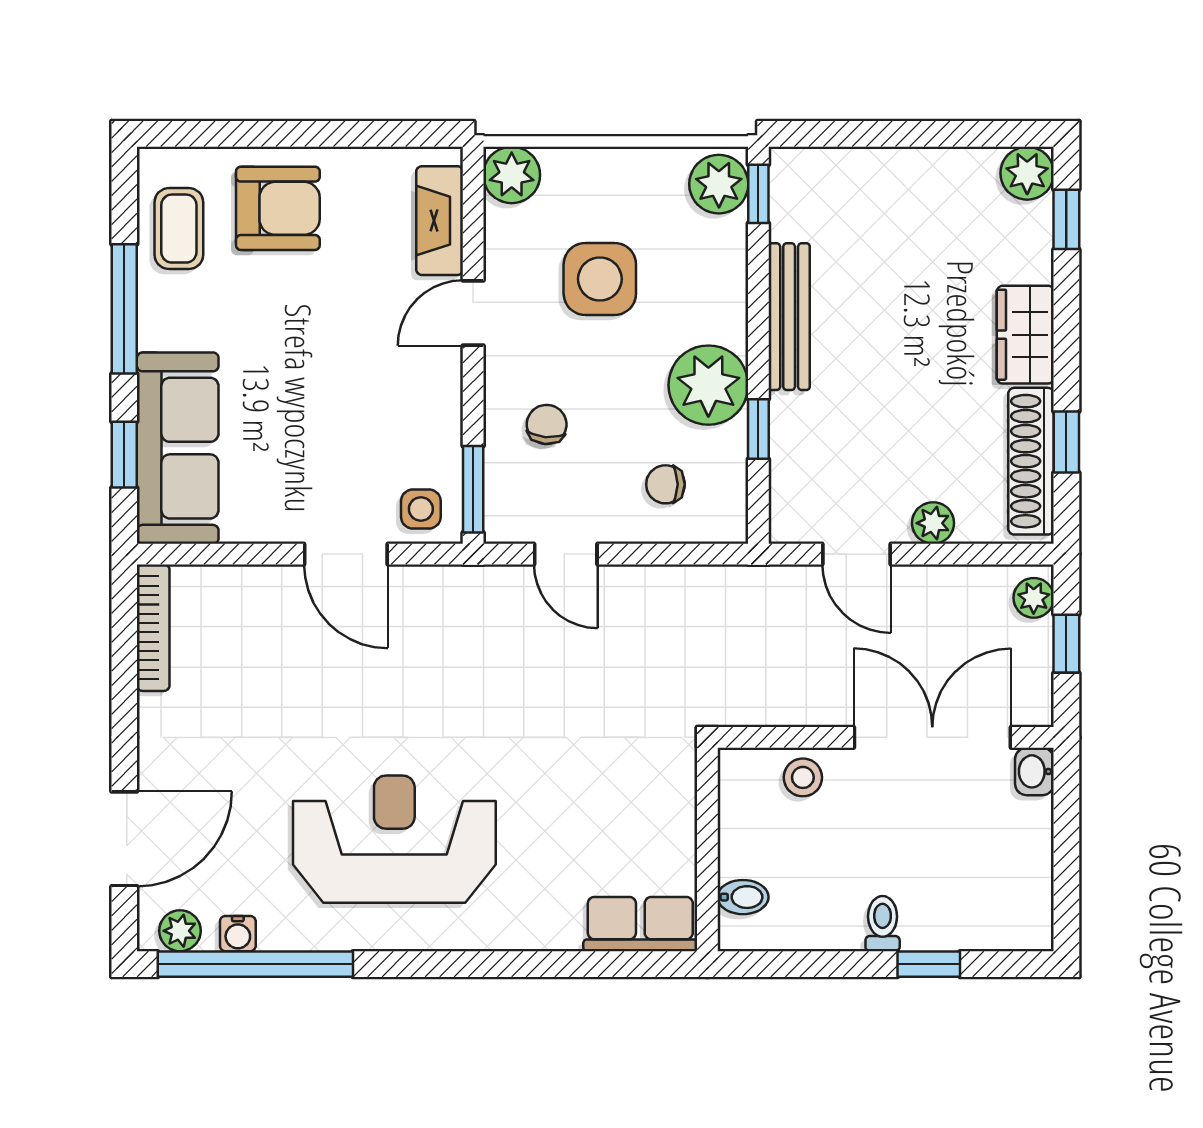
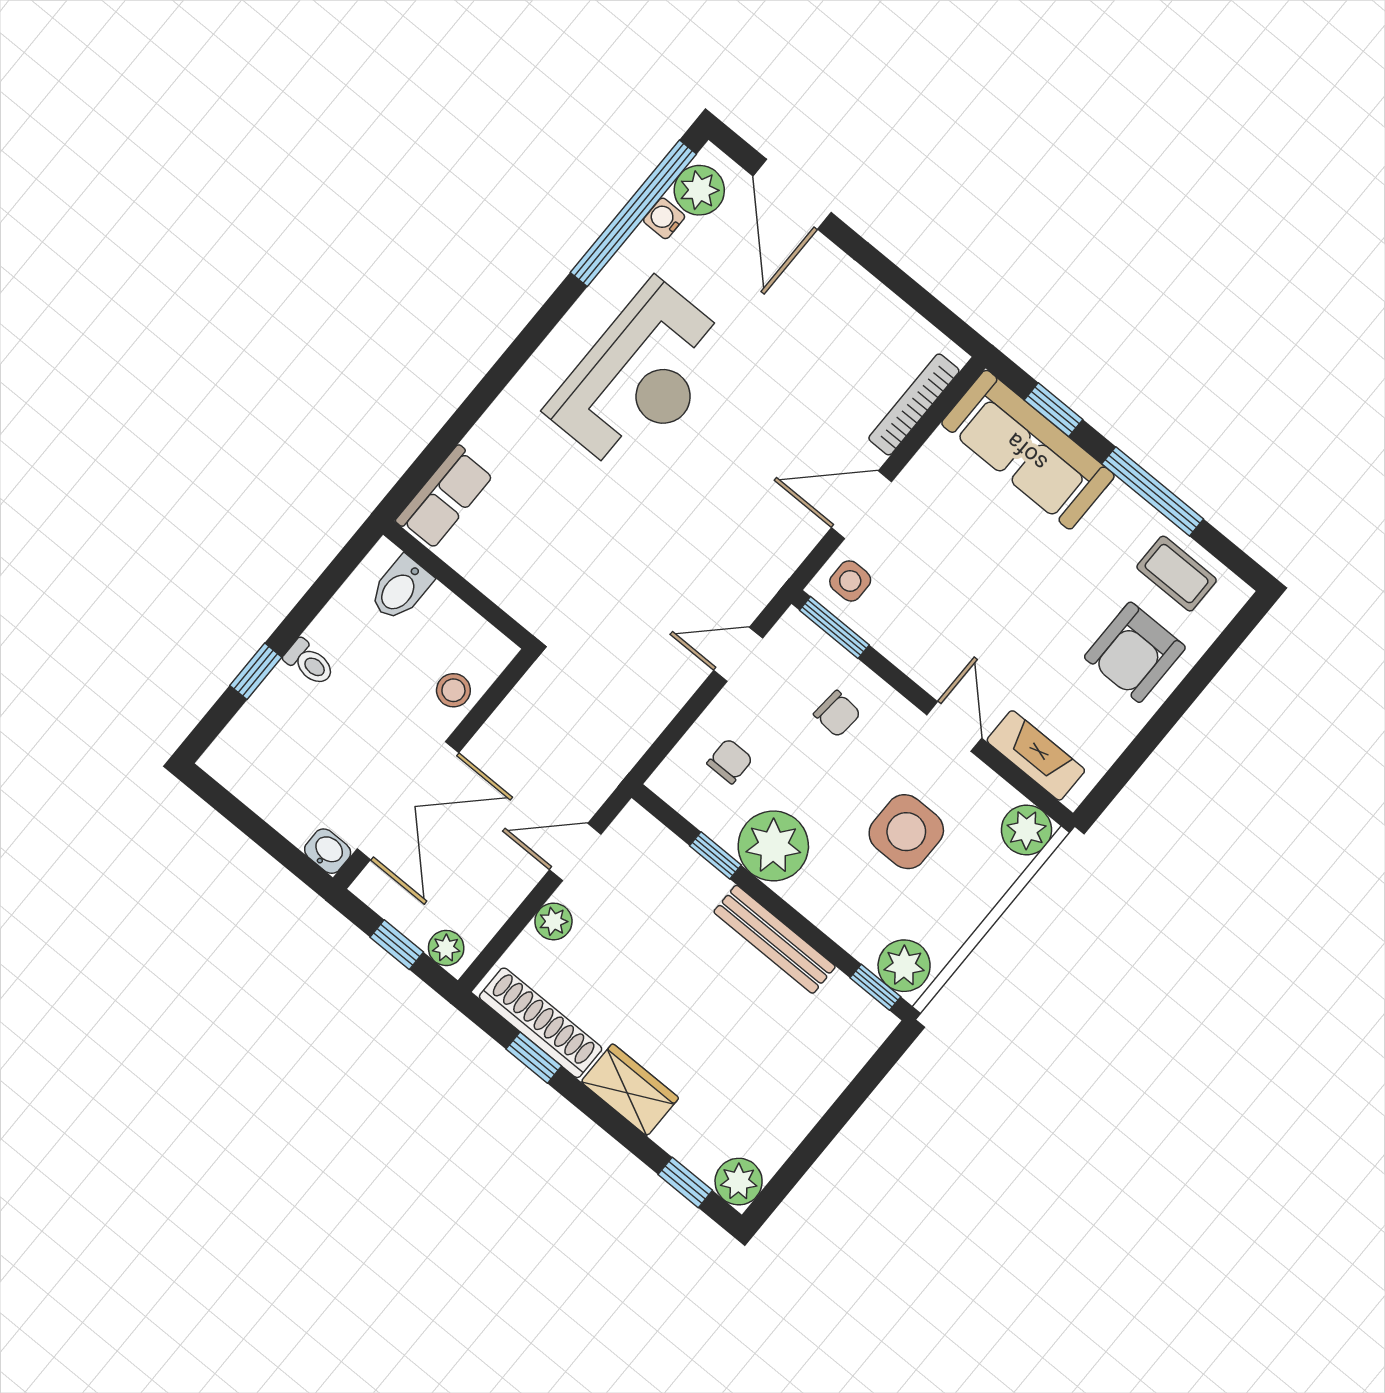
bookcase: (153, 628) -> (914, 404), moved, turned 90
bidet: (743, 897) -> (400, 589), width x1.38, depth x1.36
plant: (180, 931) -> (699, 190), width x1.38, depth x1.38

